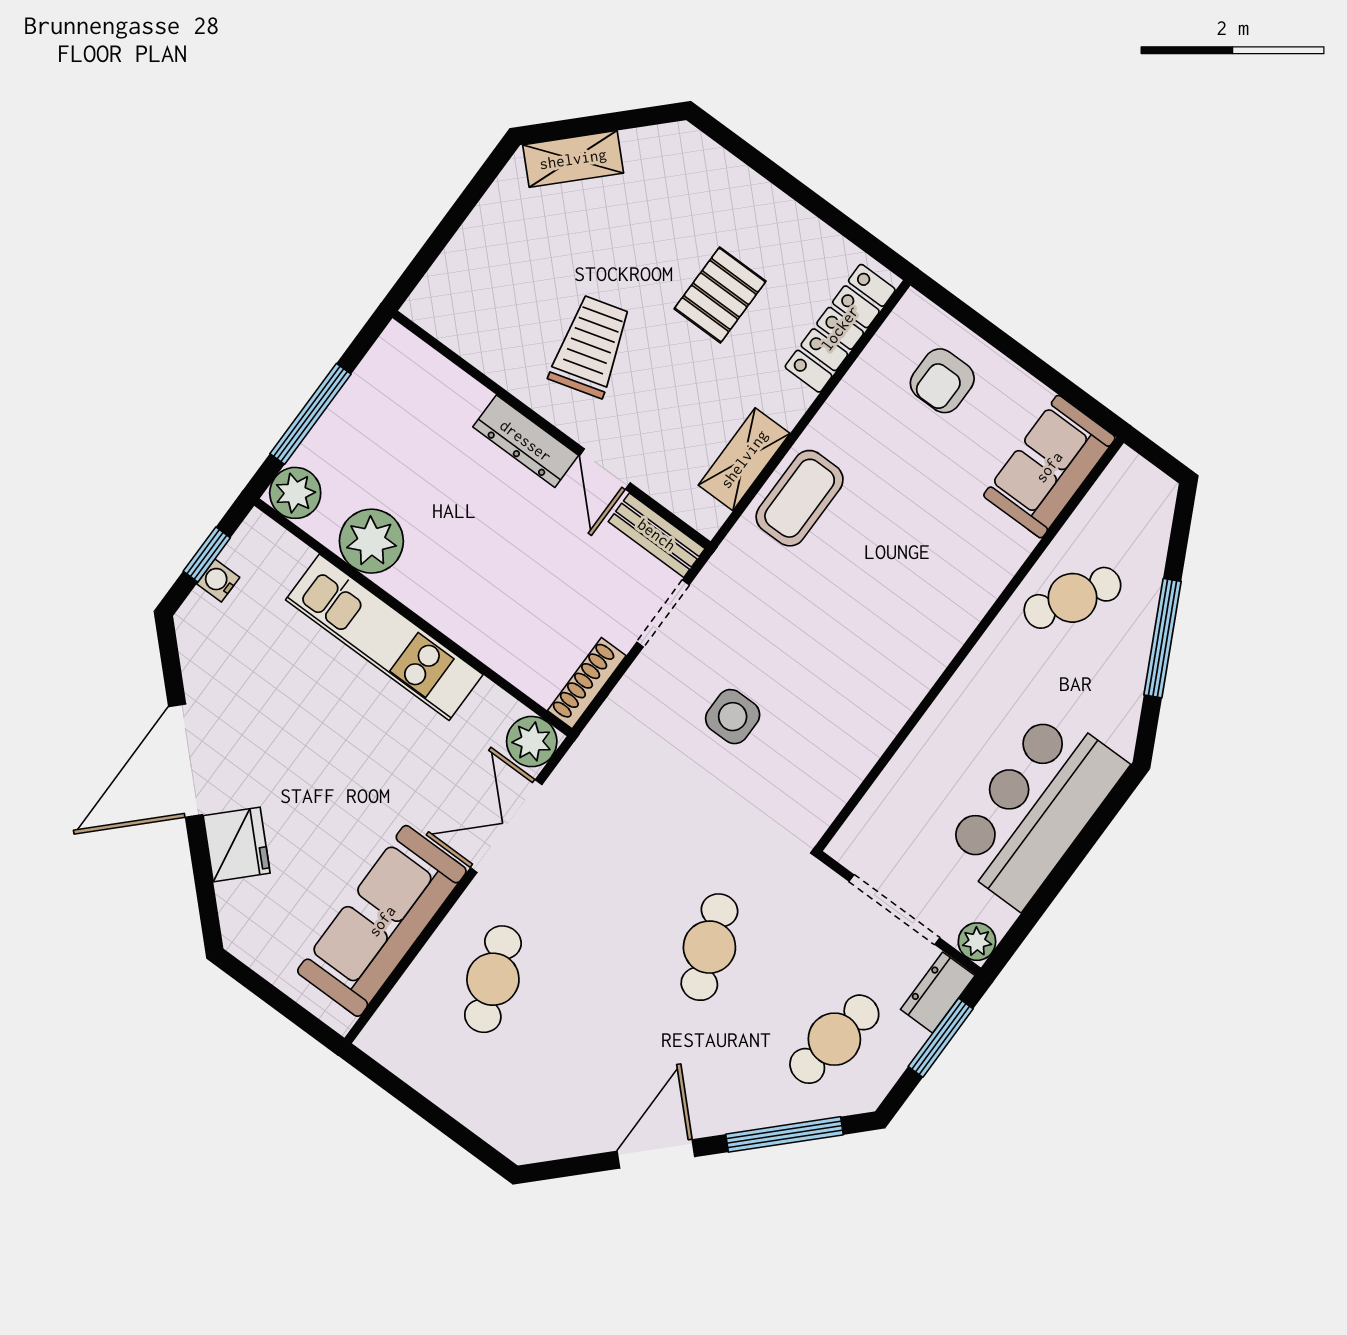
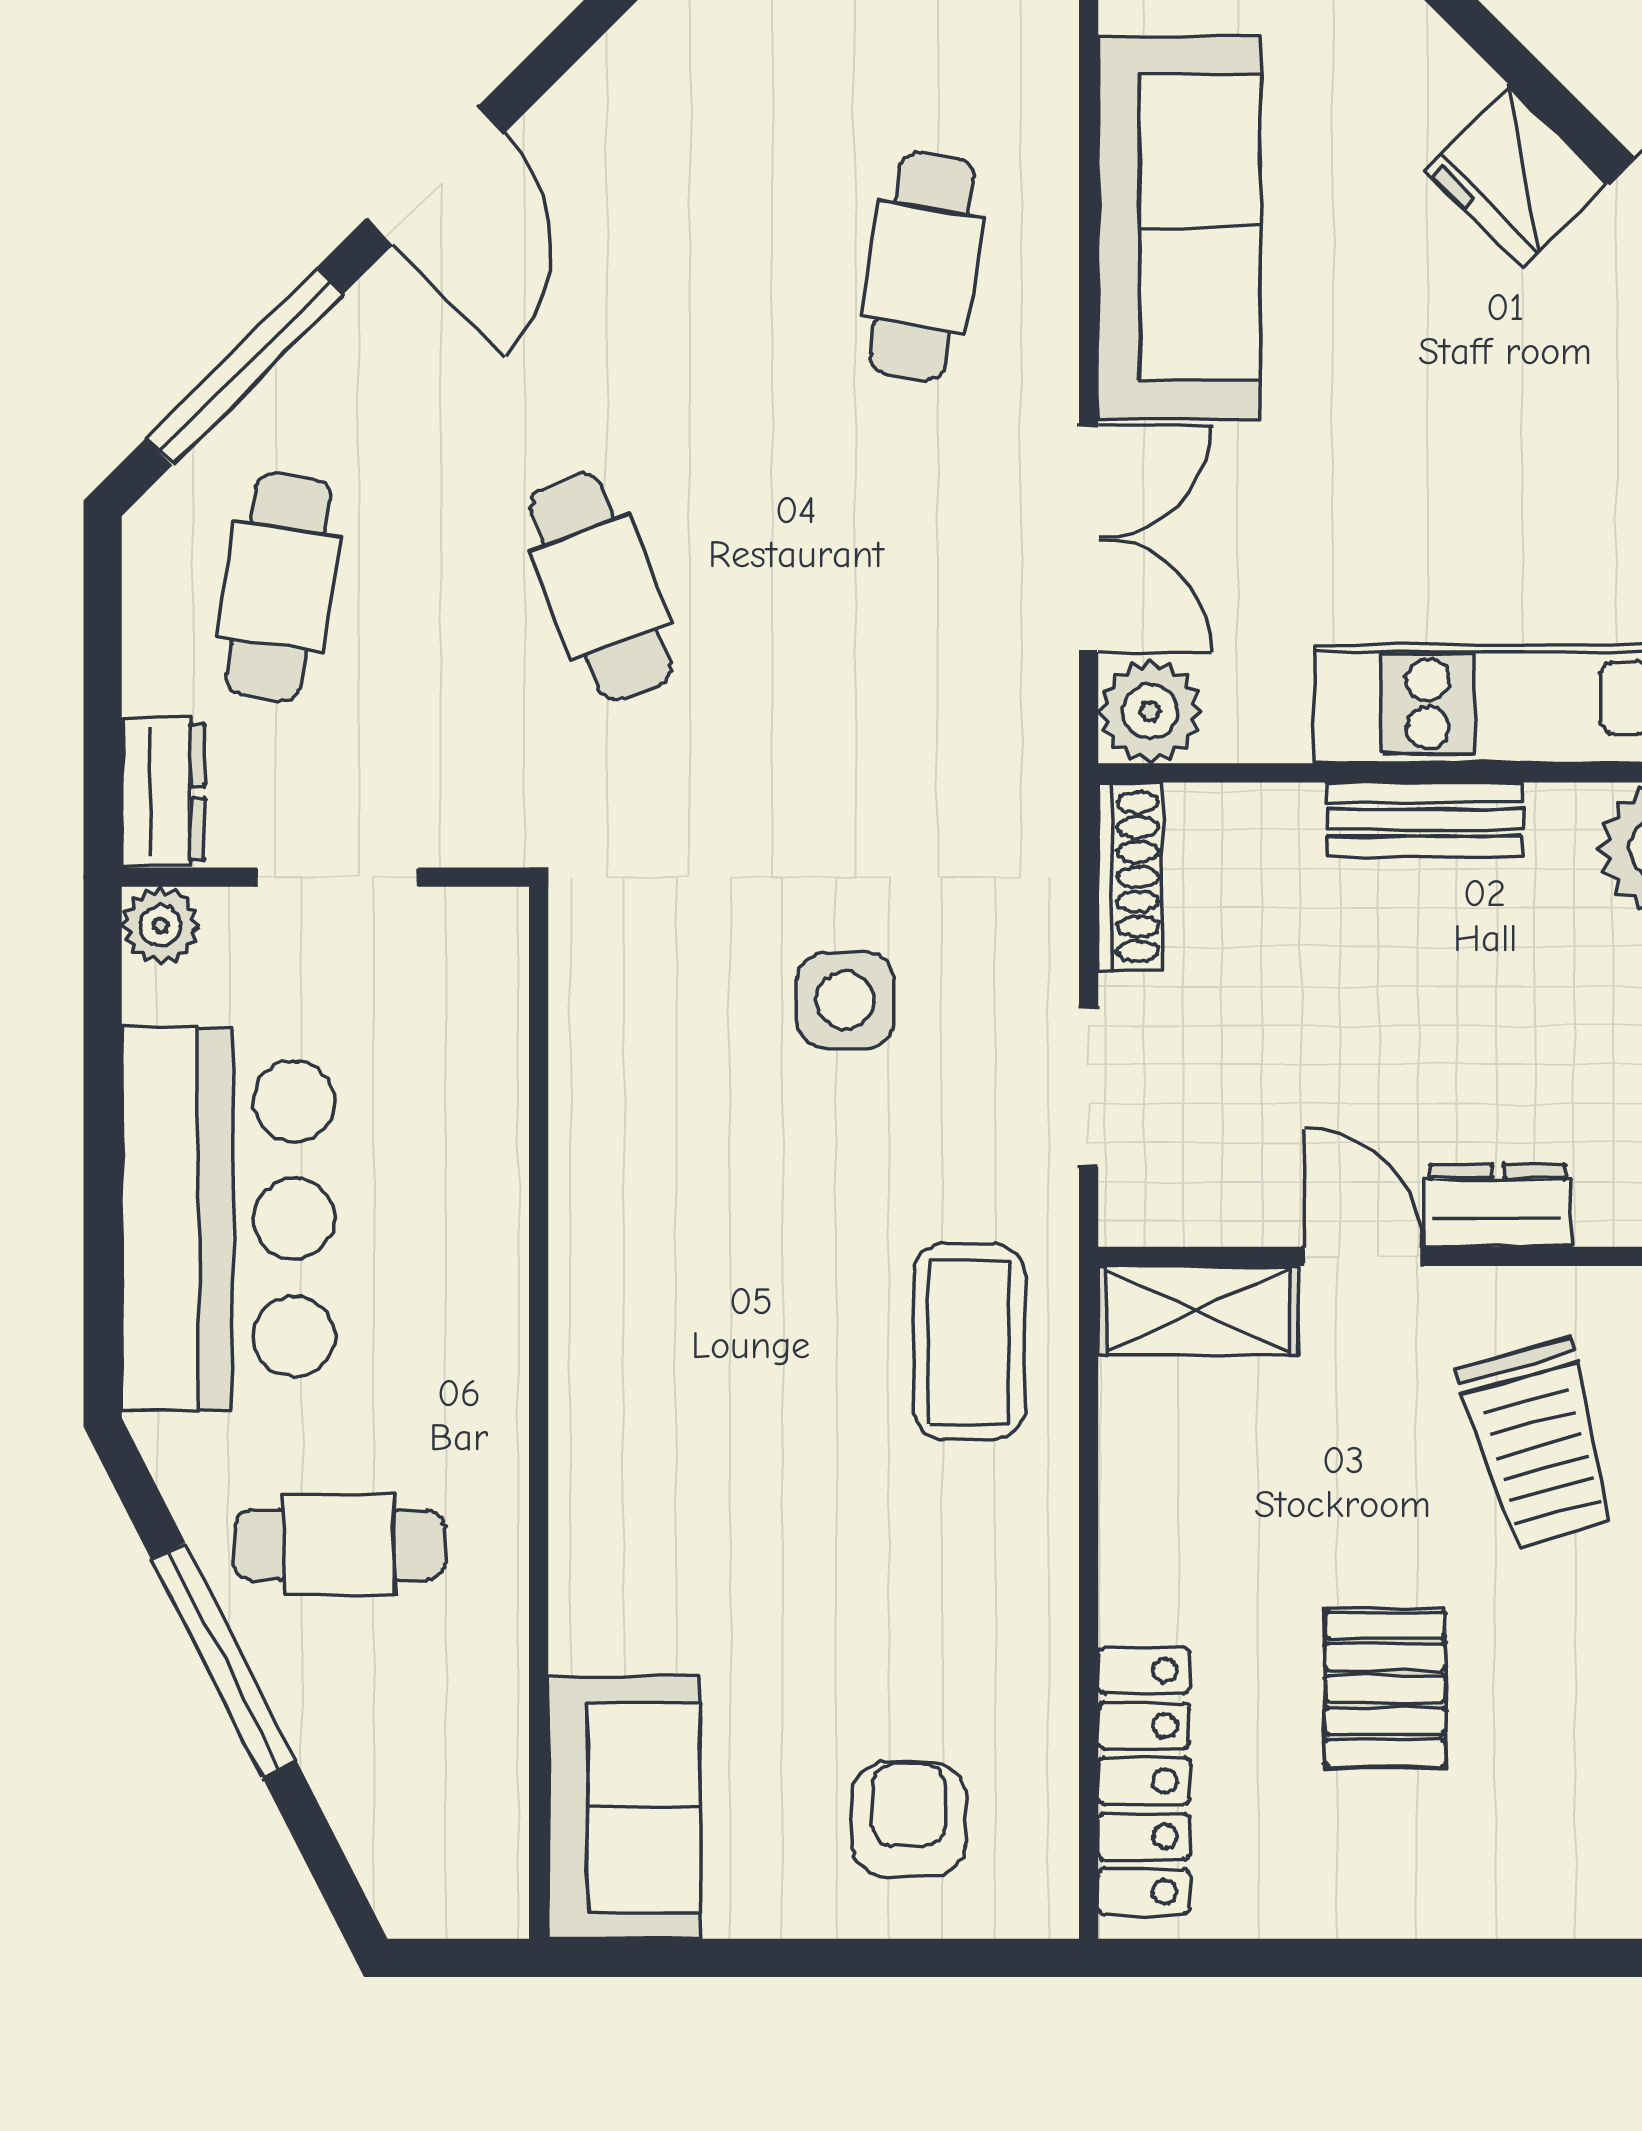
dresser: (526, 441) -> (1498, 1205), width x0.70
shelving: (744, 459) -> (1198, 1311), moved, turned 90
coffee table: (800, 498) -> (969, 1342), moved
bench: (657, 535) -> (1425, 820), moved
cafe table: (1072, 598) -> (339, 1545), moved, turned 59
doorway: (894, 910) -> (338, 877), width x0.73
cafe table: (493, 979) -> (922, 267), turned 30
window: (941, 1038) -> (103, 720), removed

